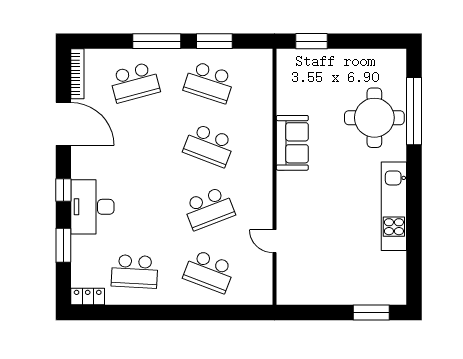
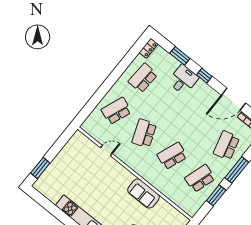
desk: (92, 207) -> (183, 80), width x0.73

